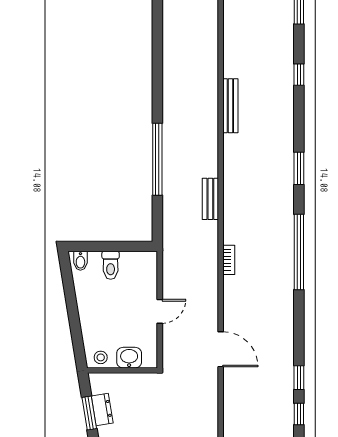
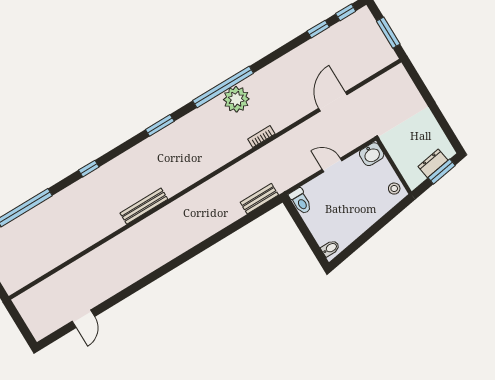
window: (157, 159) -> (218, 237), removed
bench: (210, 199) -> (259, 199), moved
plant: (279, 257) -> (236, 99), added
toilet: (111, 265) -> (301, 201), moved, turned 90
washbasin: (129, 358) -> (372, 154), moved, turned -90

